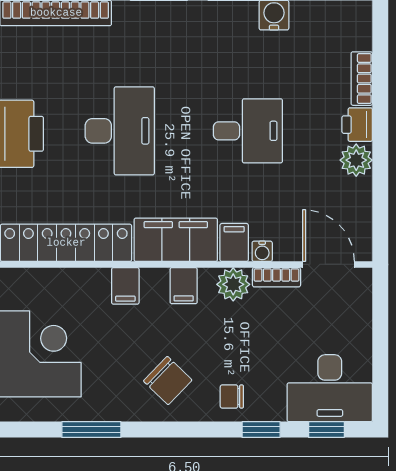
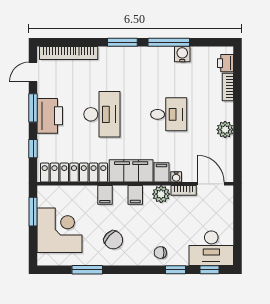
printer: (357, 125) -> (226, 63), moved
chair: (168, 381) -> (113, 240), moved

